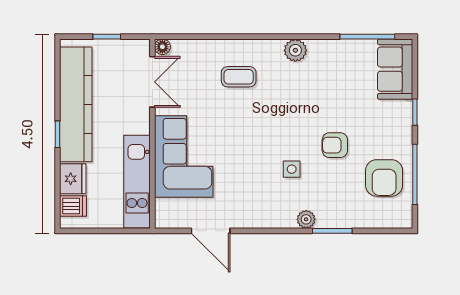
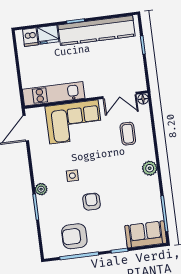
floor lamp: (162, 47) -> (143, 99), moved
double door: (152, 82) -> (120, 95), moved
wall: (152, 134) -> (86, 100), moved
corner sofa: (184, 156) -> (74, 122), moved
kitchen unit: (137, 182) -> (54, 94), moved

